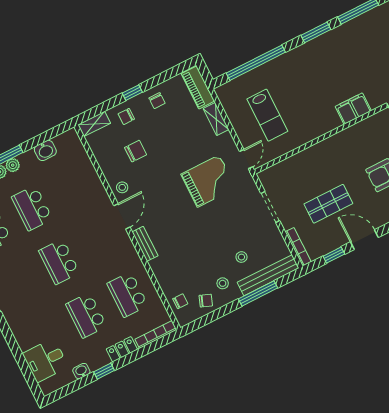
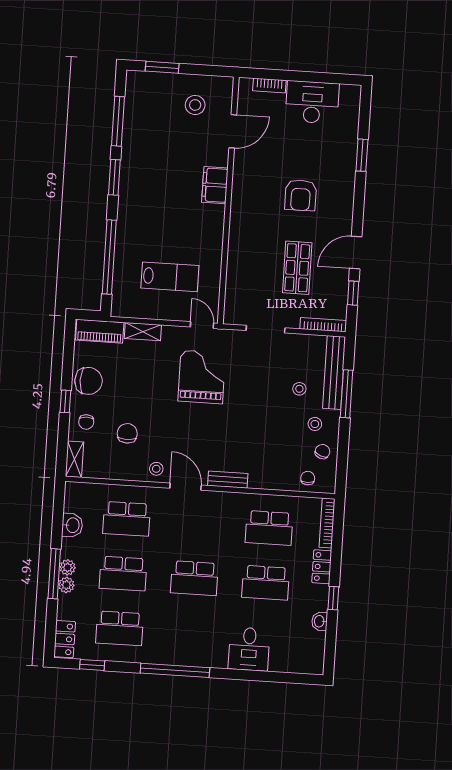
chair: (157, 101) -> (88, 381), width x1.87, depth x1.87
school desk: (73, 187) -> (127, 519), added
desk: (45, 360) -> (249, 649), moved

